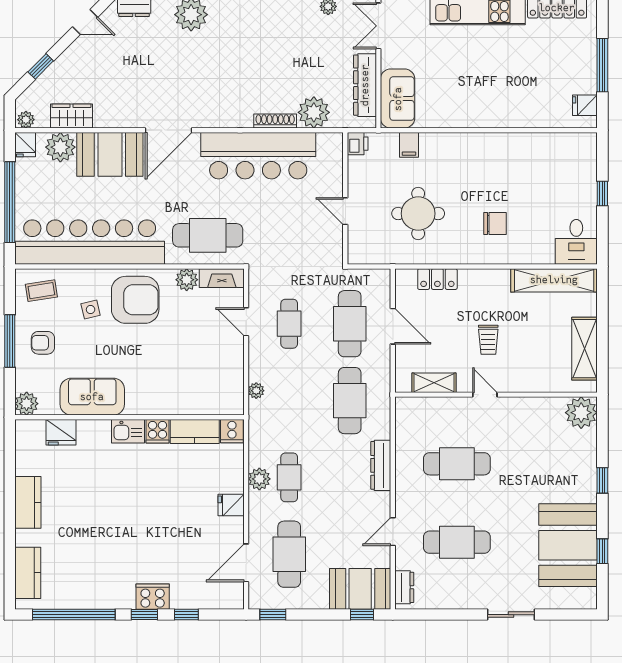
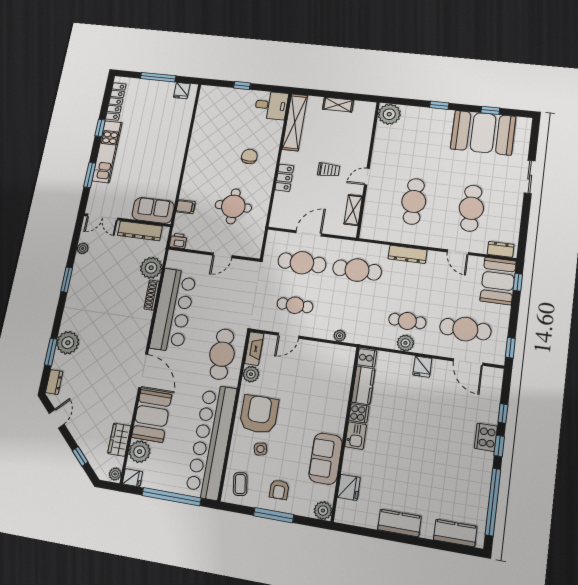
locker: (437, 279) -> (284, 178), moved
shelving: (585, 349) -> (338, 105), width x0.67, depth x0.75

